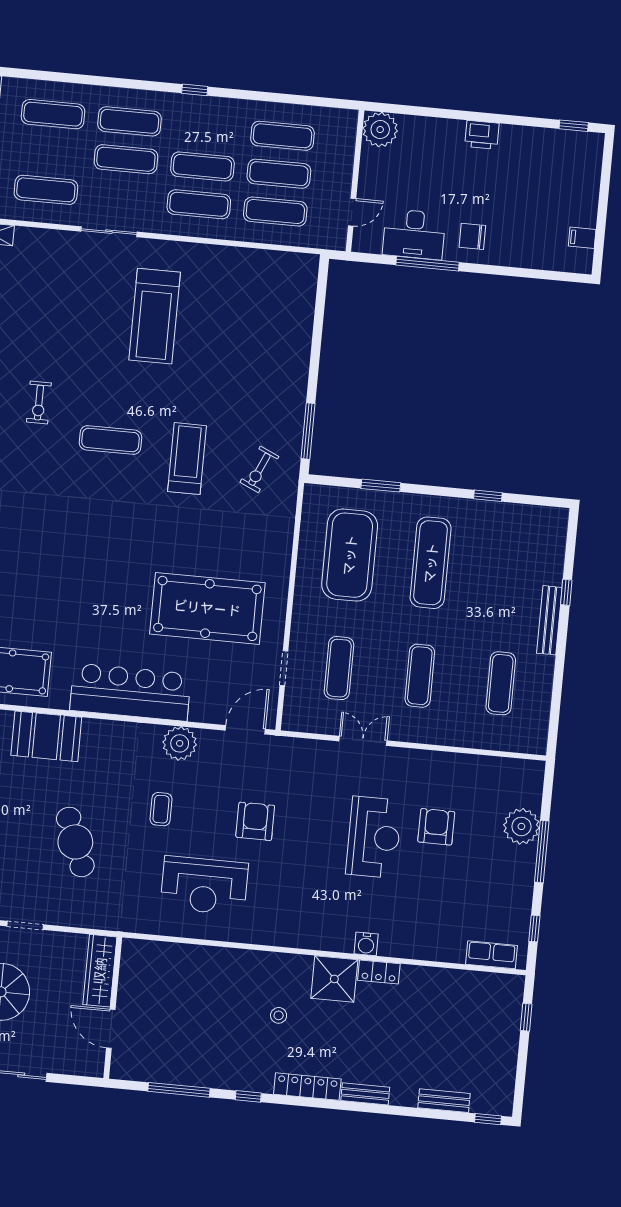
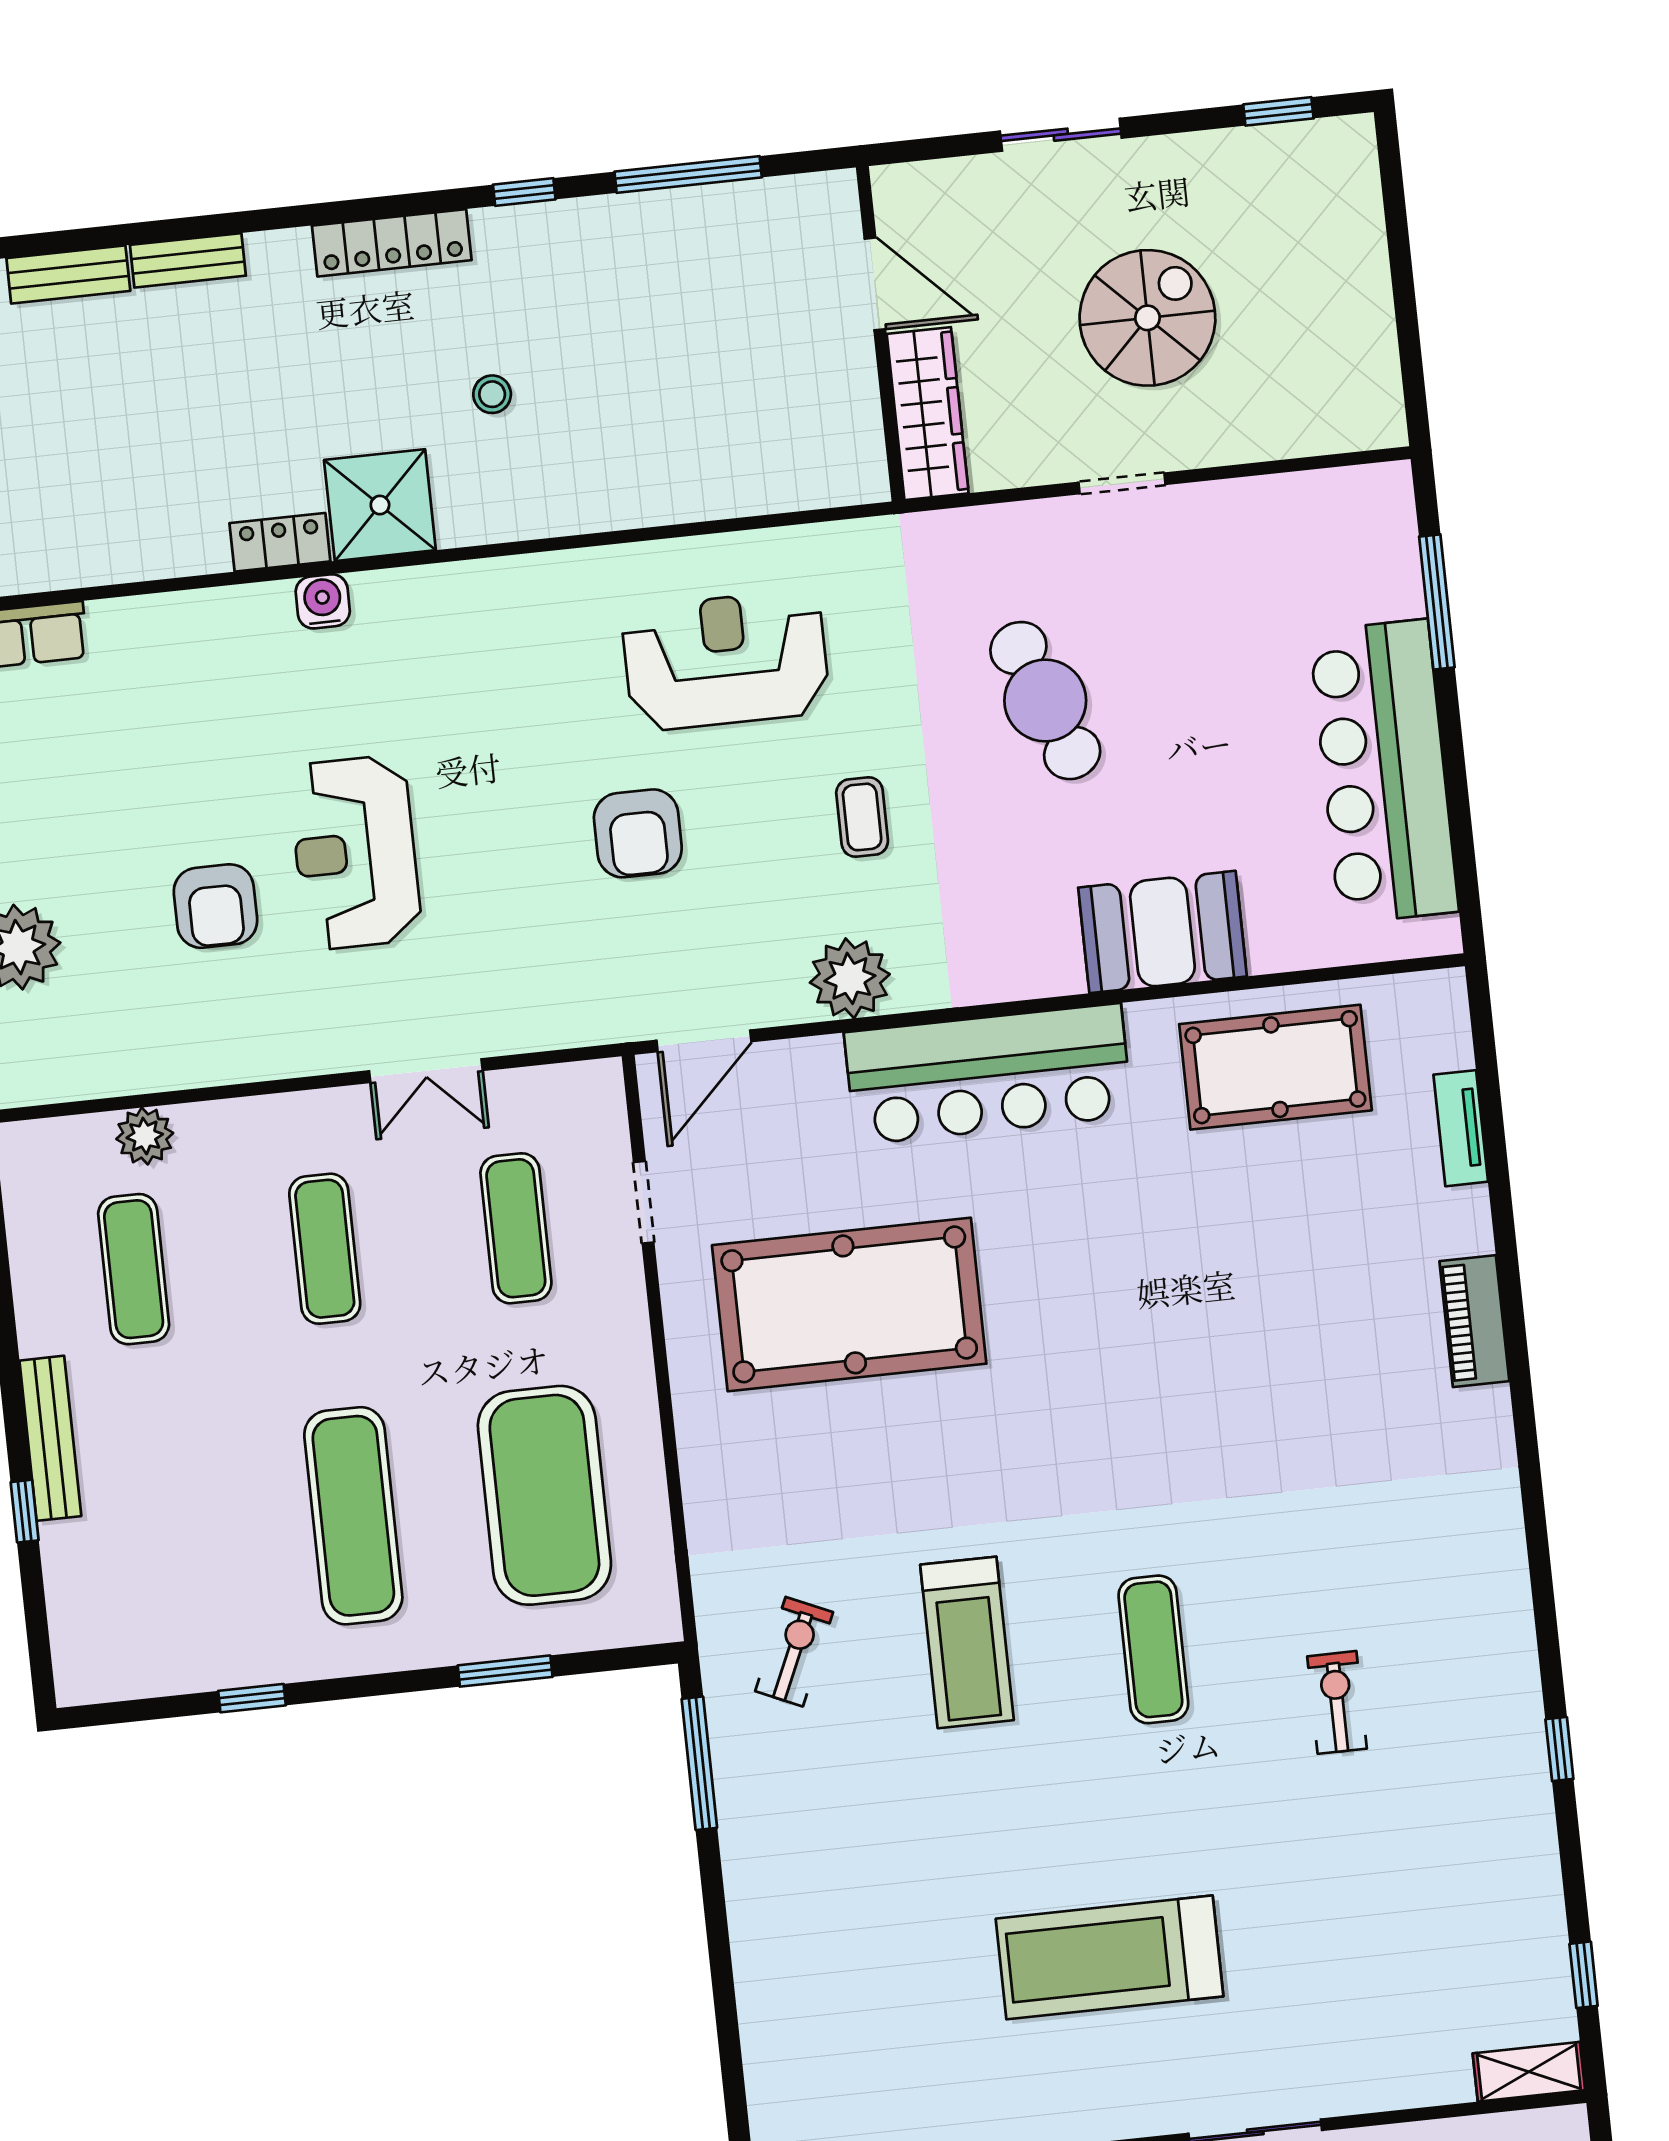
treadmill: (155, 316) -> (1110, 1957), turned -90
exercise mat: (110, 440) -> (1153, 1649), turned 90
plant: (485, 738) -> (145, 1136), added
bench: (365, 1094) -> (188, 260), moved

